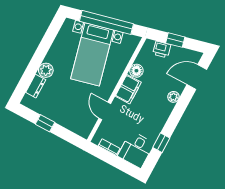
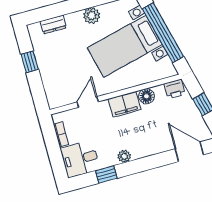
printer: (162, 49) -> (175, 89), moved, turned -76
plant: (46, 70) -> (92, 16), moved
plant: (173, 97) -> (124, 156), moved

